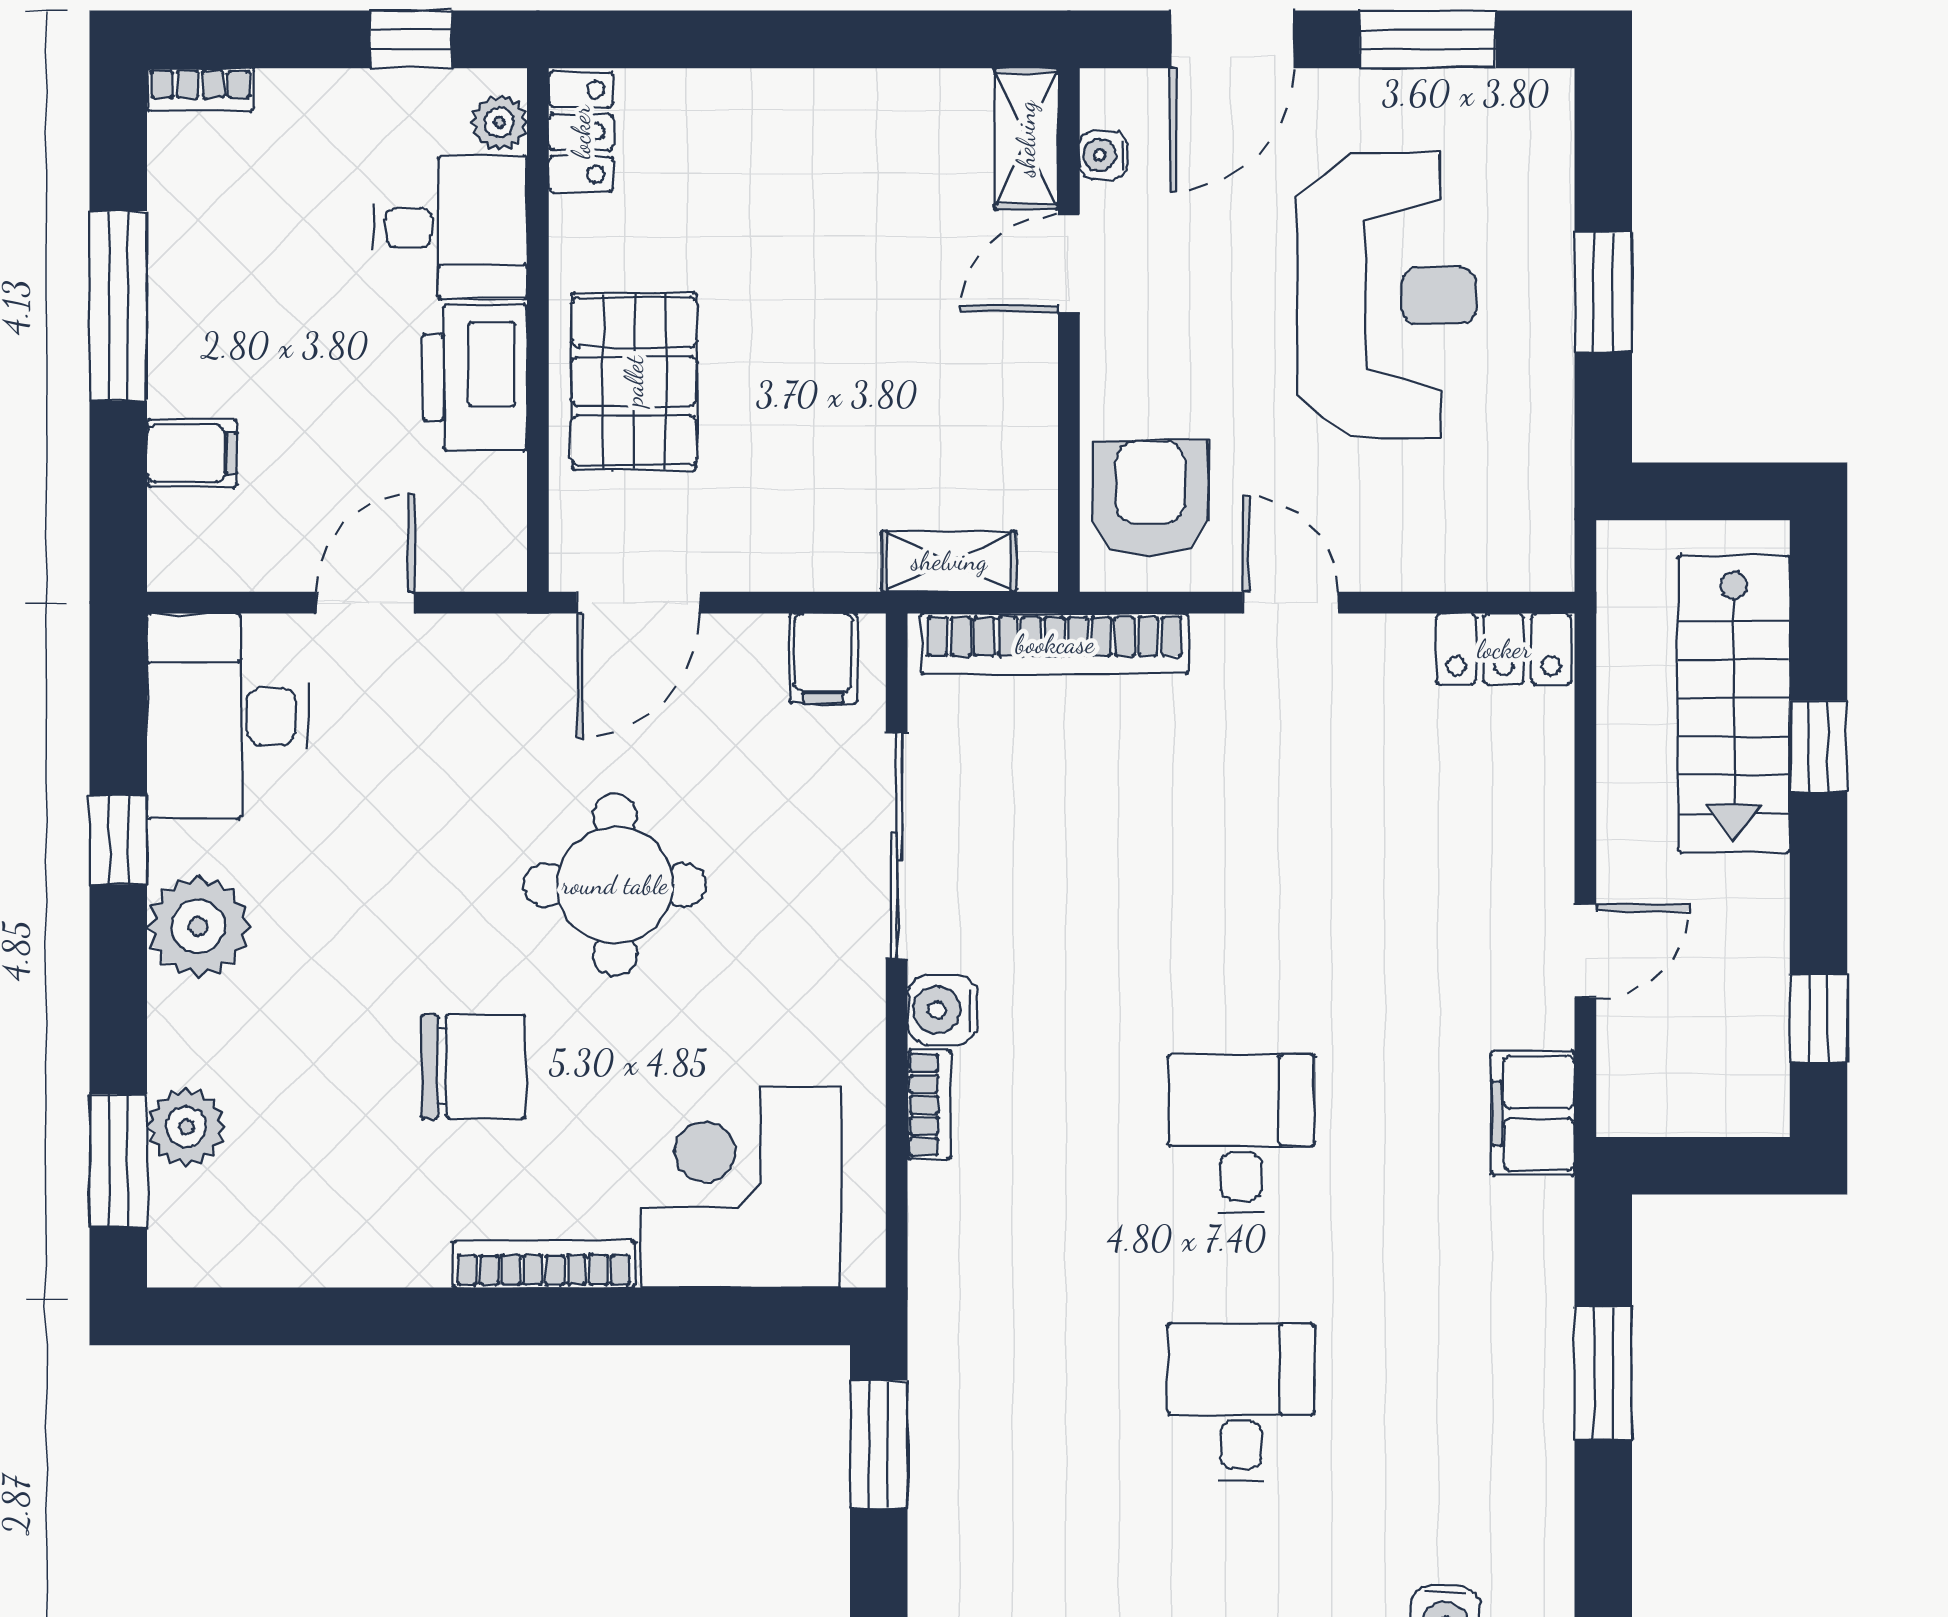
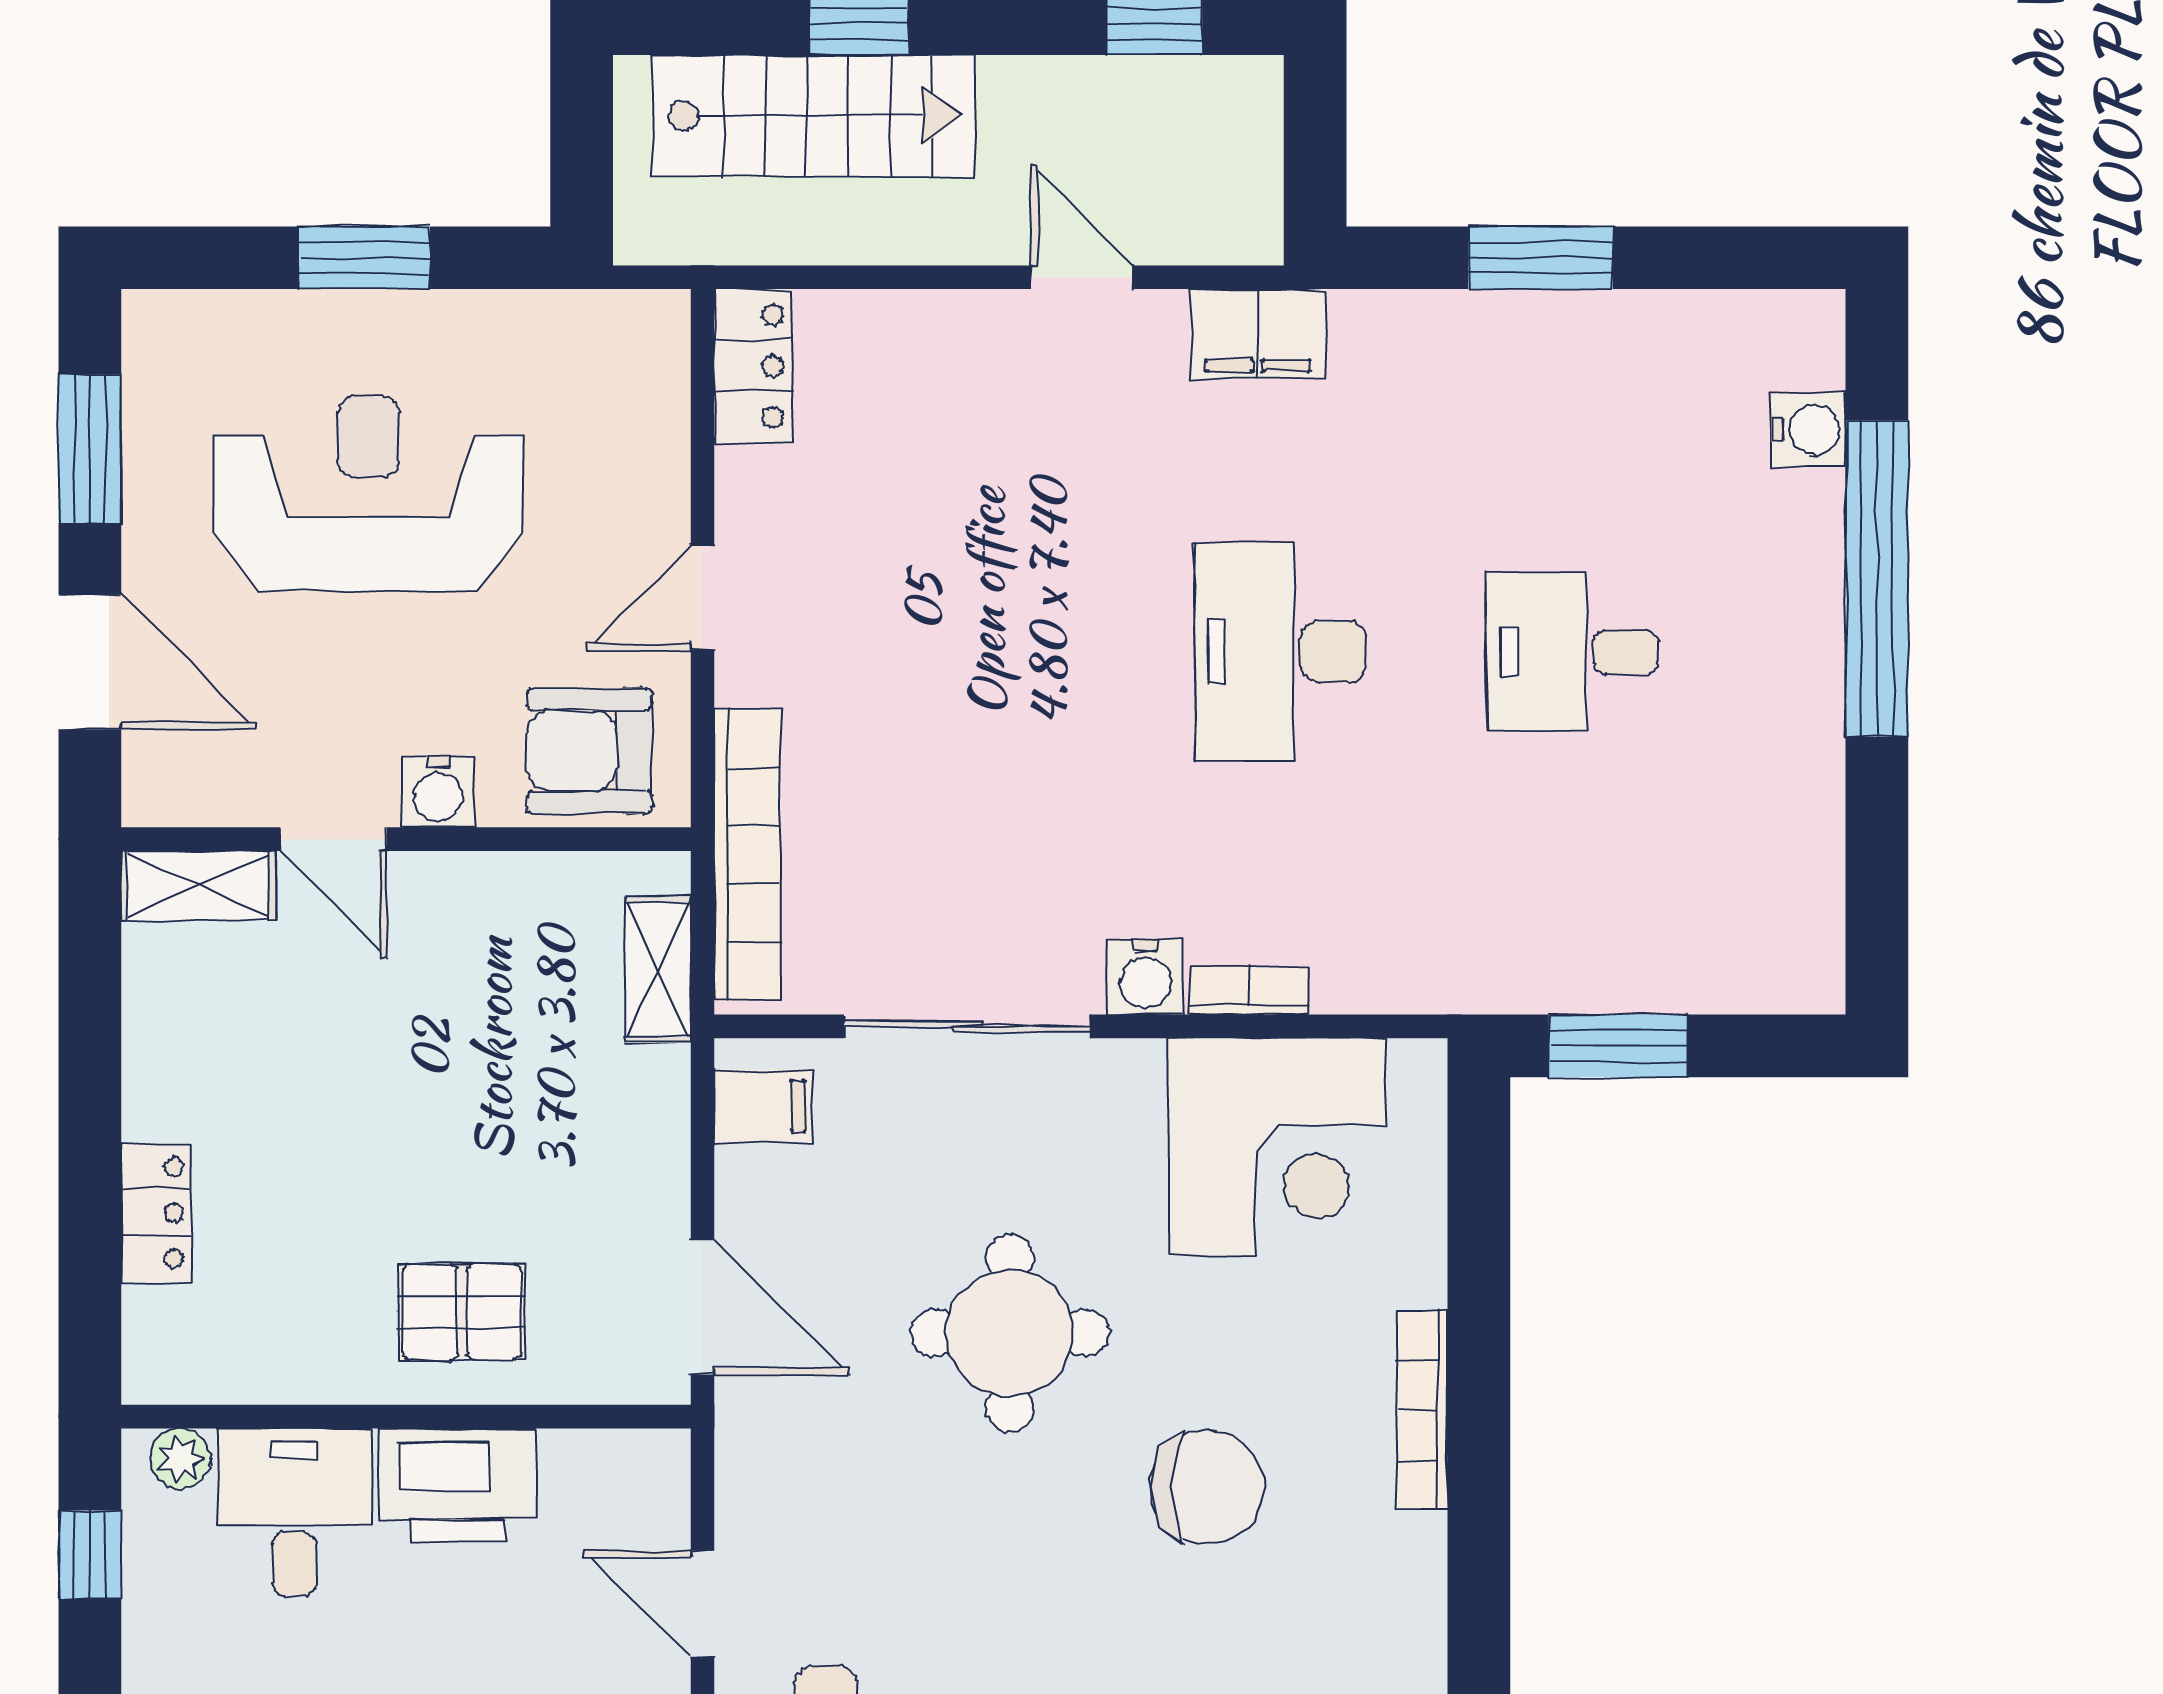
locker: (581, 132) -> (156, 1213), moved, turned 90
water cooler: (1103, 155) -> (438, 792), moved, width x1.38, depth x1.38
pallet: (634, 381) -> (462, 1312), width x0.67, depth x0.71
chair: (473, 1067) -> (1207, 1487), turned 90
desk: (1241, 1133) -> (1280, 652), width x1.37
corner desk: (741, 1188) -> (1277, 1147), moved, turned -90

